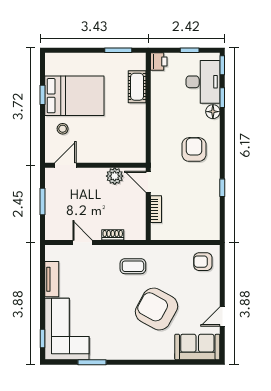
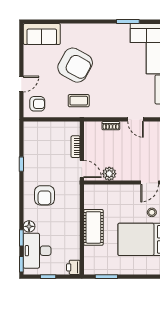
cot: (137, 87) -> (93, 227), moved, width x1.37, depth x1.34
coffee table: (133, 266) -> (79, 101), moved
door: (222, 317) -> (21, 84), moved

